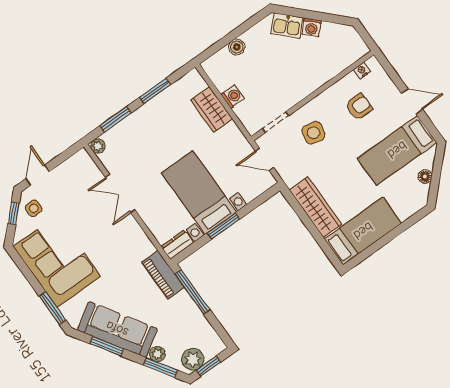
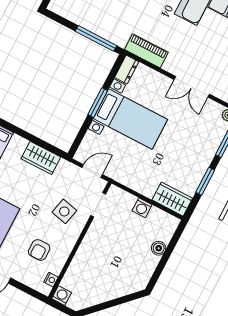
kitchen sink: (287, 26) -> (128, 285), removed
washing machine: (312, 27) -> (62, 296), moved, turned 45
wardrobe: (212, 109) -> (172, 199), moved
double door: (120, 194) -> (192, 87), swing flipped
wardrobe: (315, 207) -> (41, 158), width x0.67
piano: (163, 275) -> (146, 51), moved

